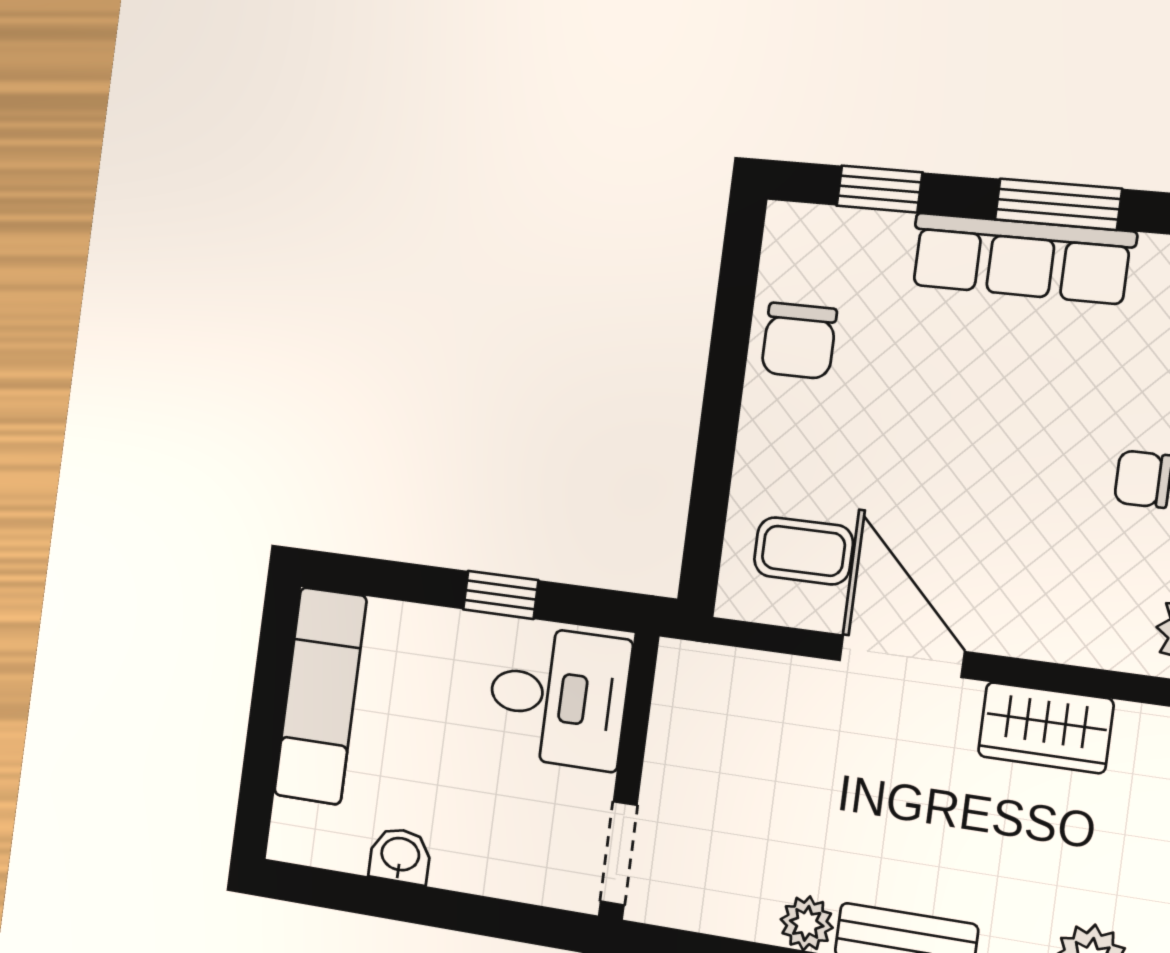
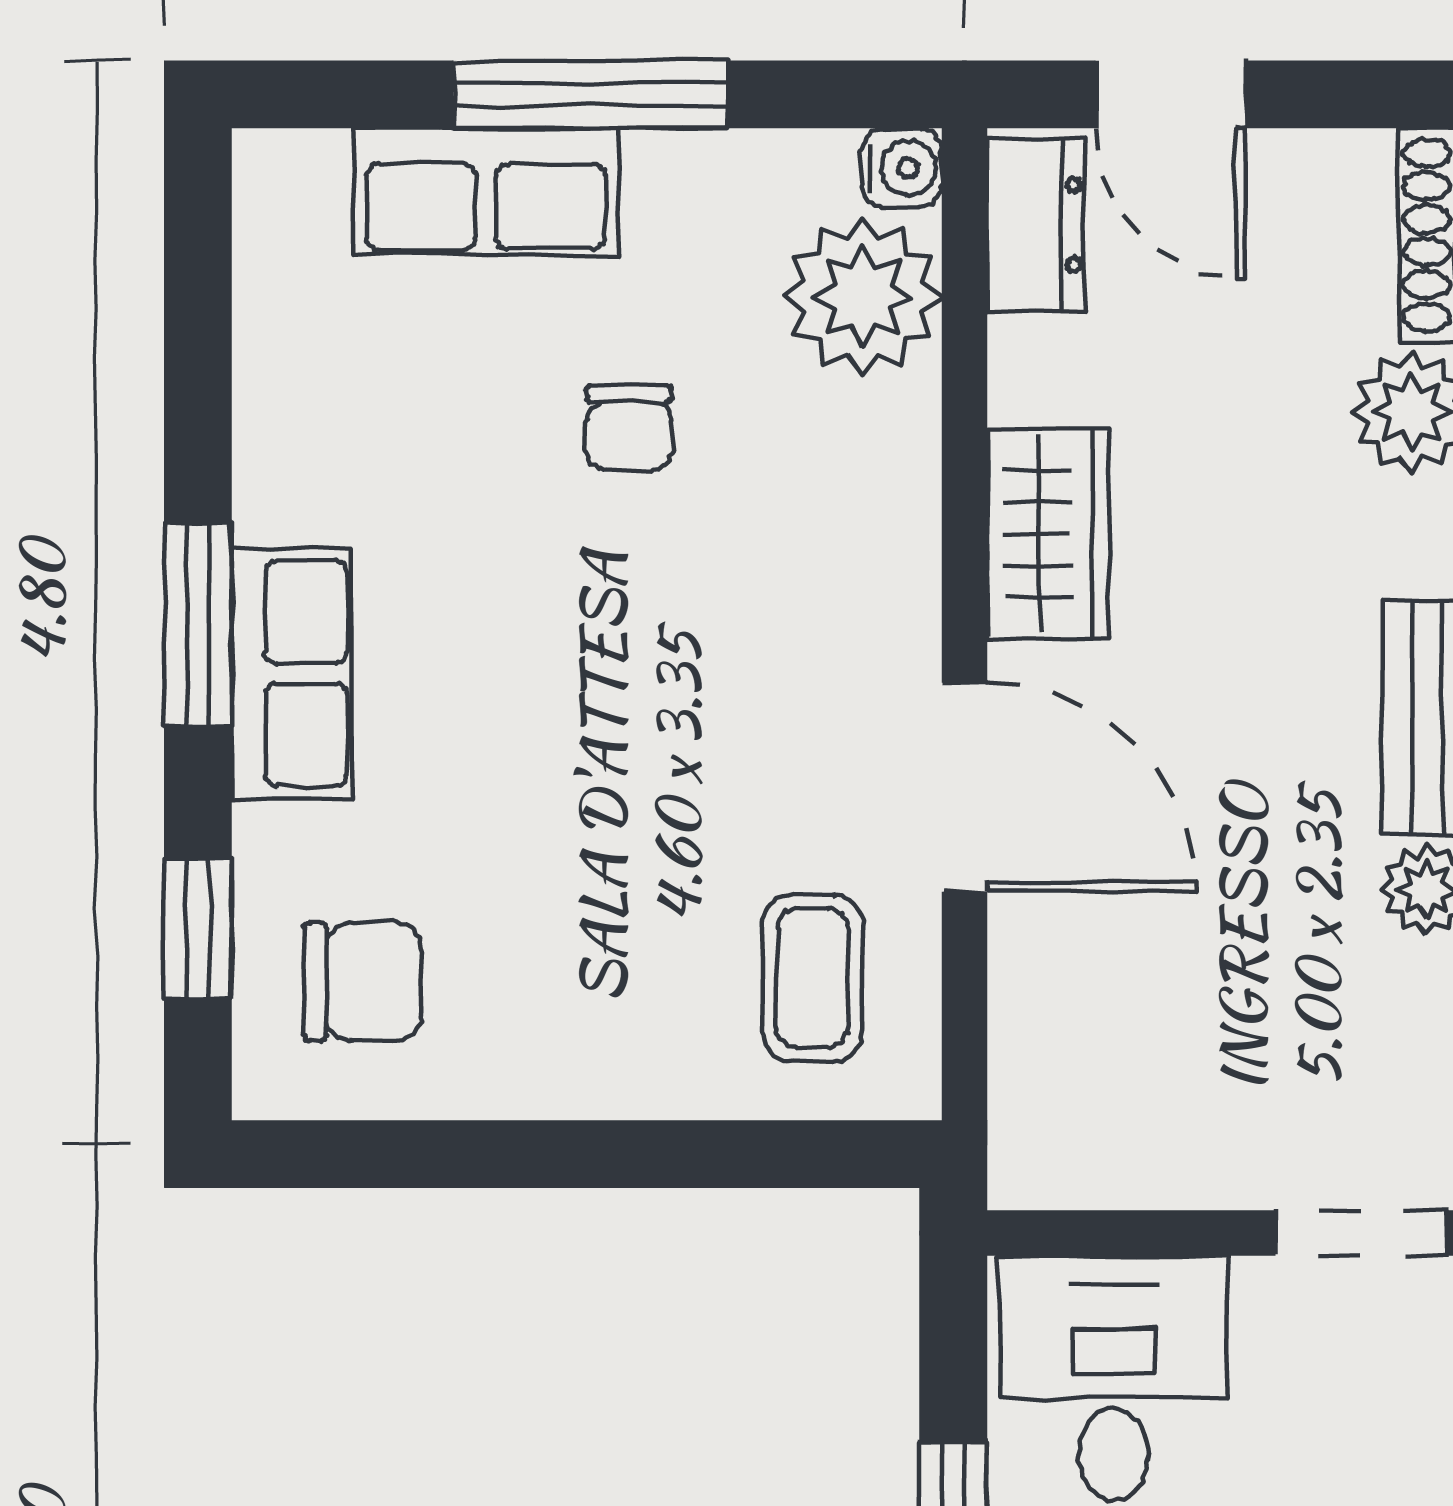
row of seats: (1021, 258) -> (292, 674), width x0.68
chair: (799, 341) -> (363, 981), moved
door: (902, 656) -> (964, 787), swing flipped

